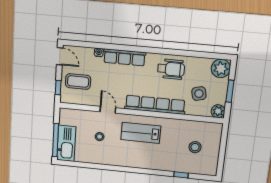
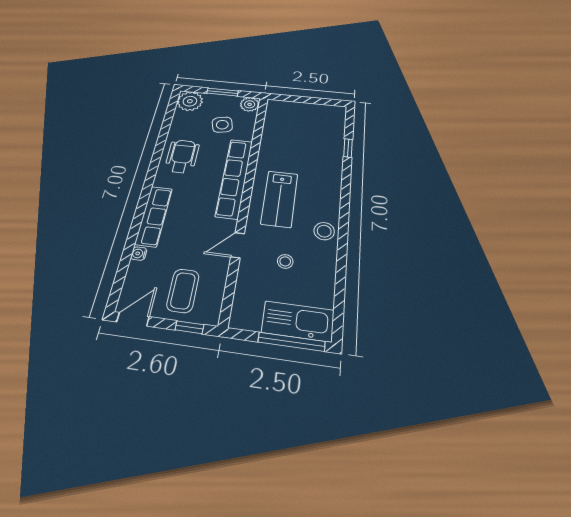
stool: (195, 147) -> (324, 231), moved

